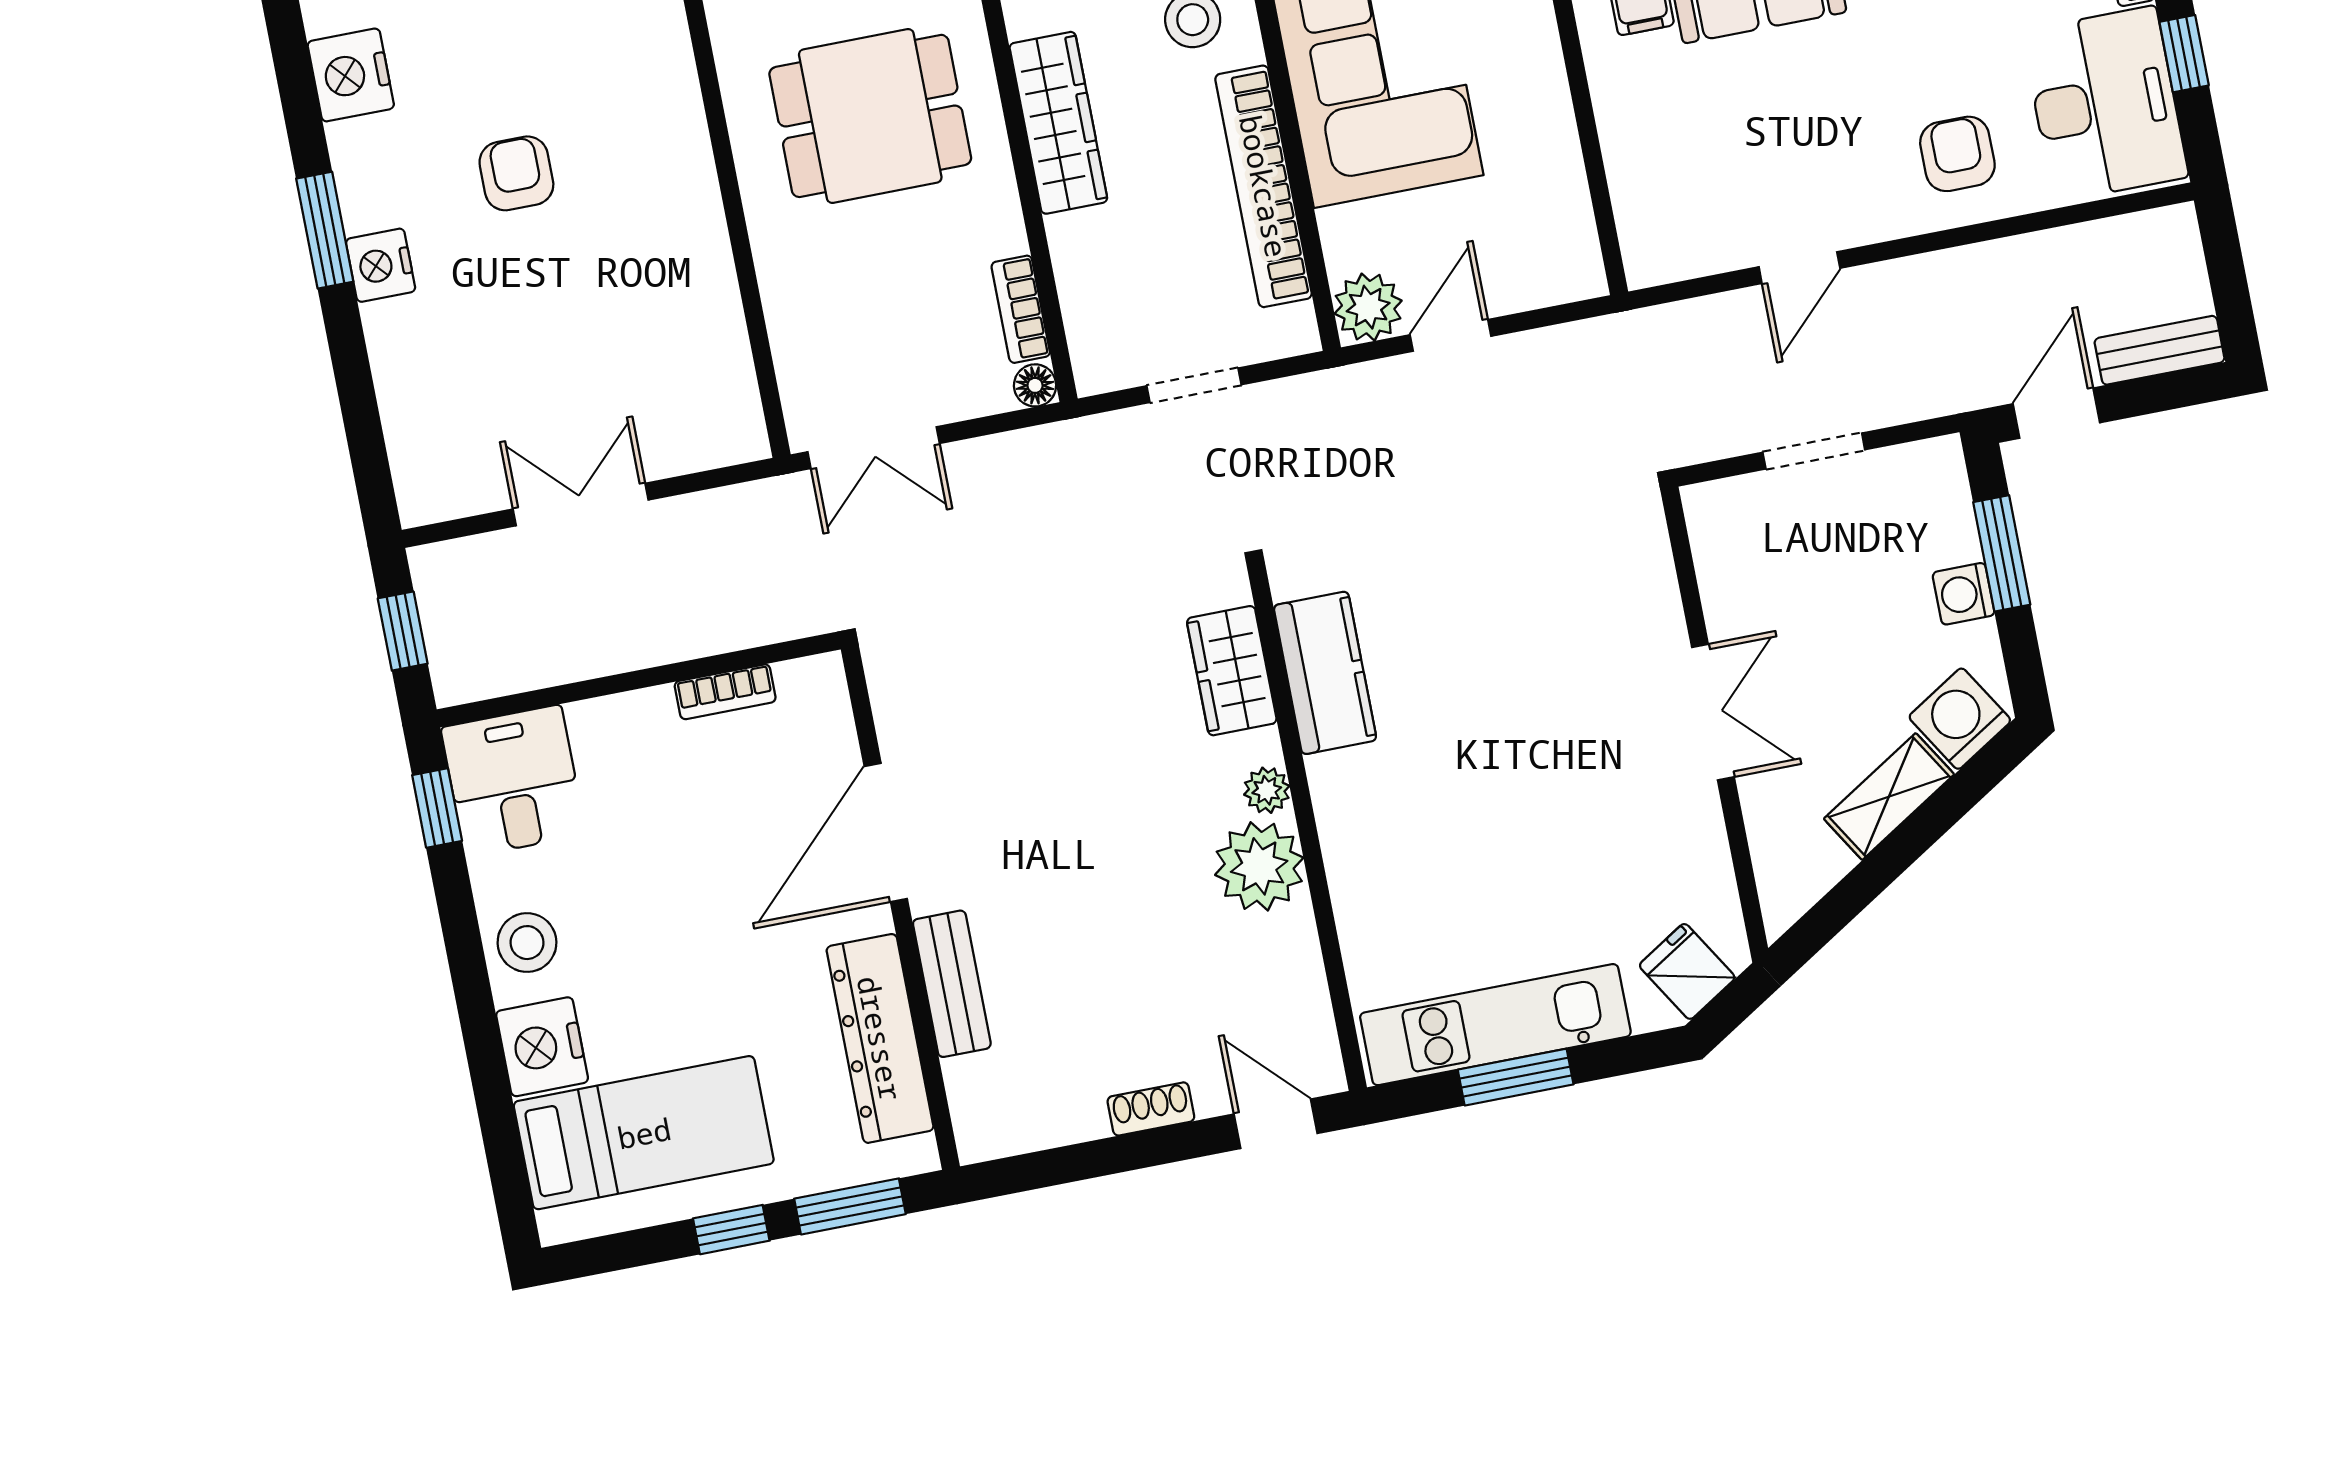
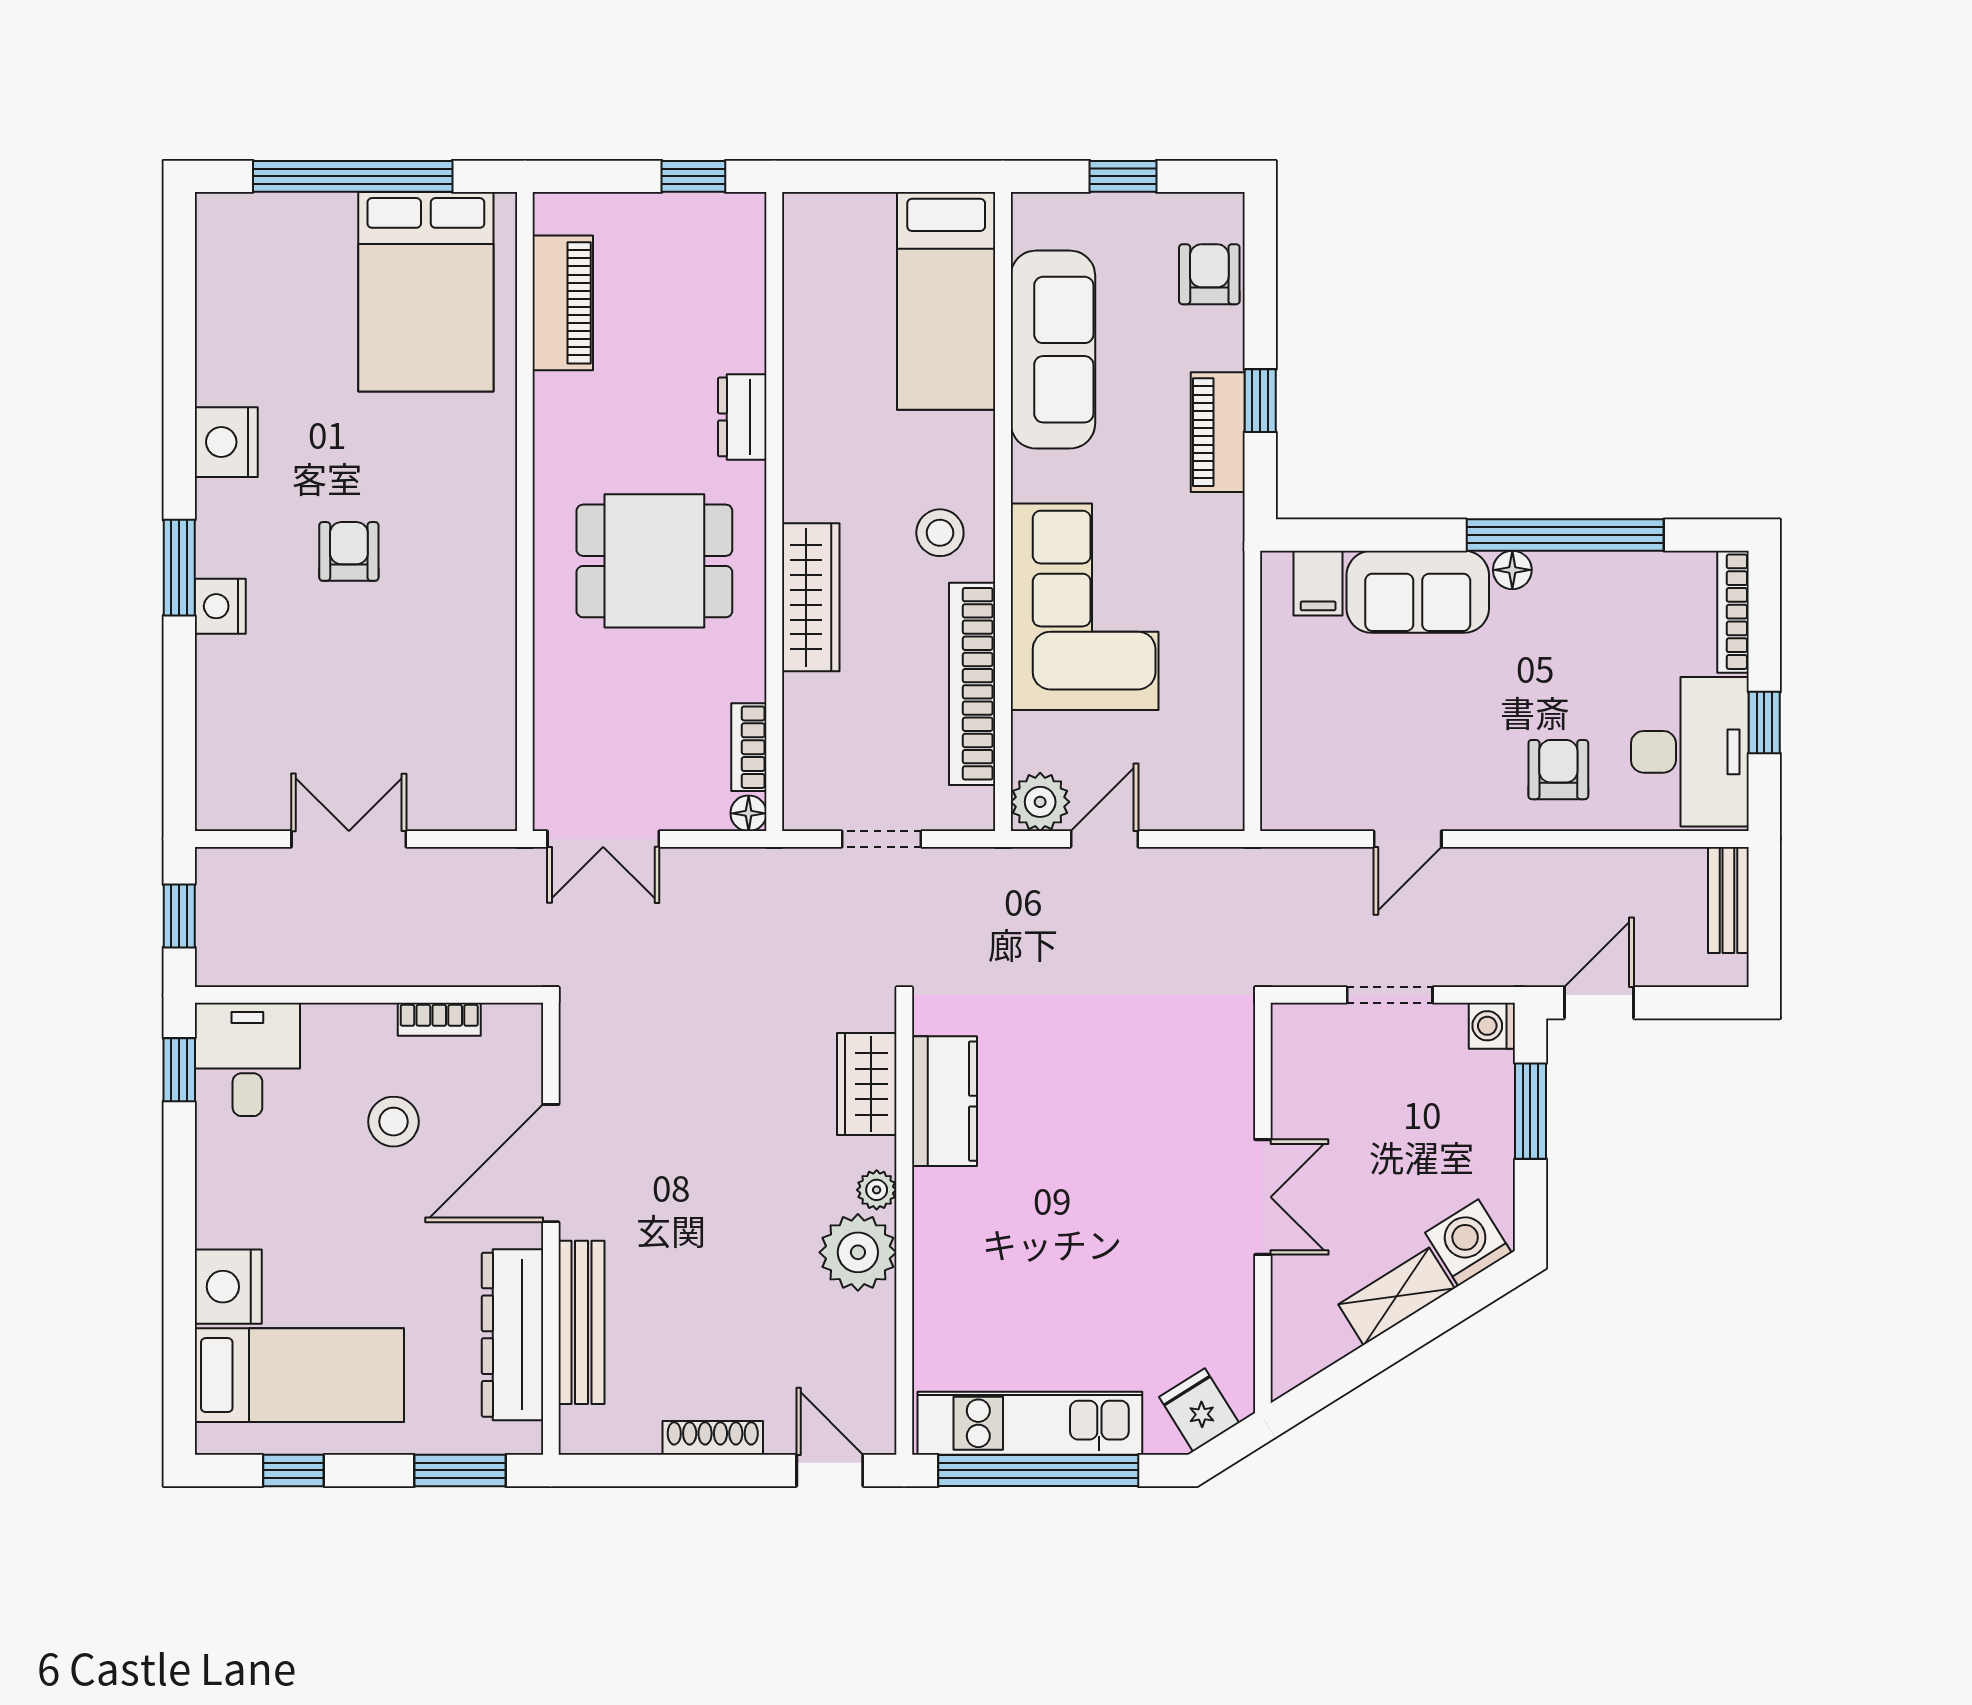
bench: (2160, 350) -> (1728, 900), moved, turned 90
washing machine: (1964, 594) -> (1492, 1026), moved
stool: (527, 943) -> (394, 1122), moved
bench: (952, 984) -> (581, 1322), width x1.36
window: (1516, 1077) -> (1038, 1470), width x2.11
shoe rack: (1151, 1109) -> (713, 1438), width x1.43
window: (731, 1230) -> (293, 1470), moved

